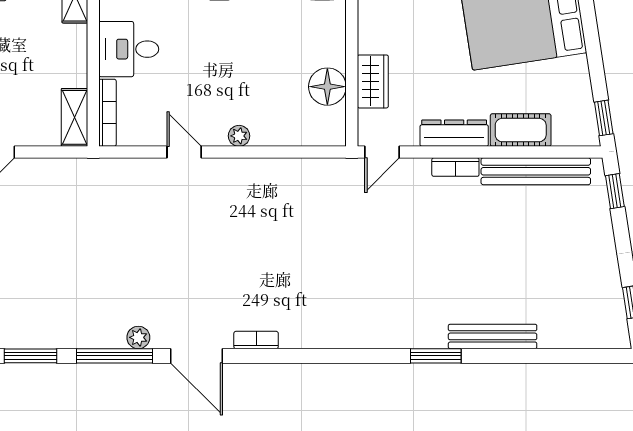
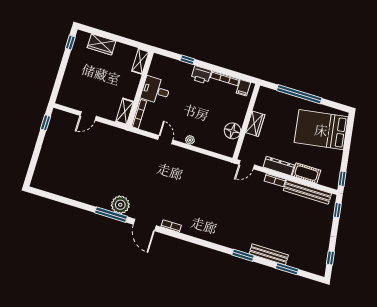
wardrobe: (373, 81) -> (255, 124), moved
plant: (138, 337) -> (120, 205), width x1.88, depth x1.88
window: (31, 356) -> (287, 269), moved

